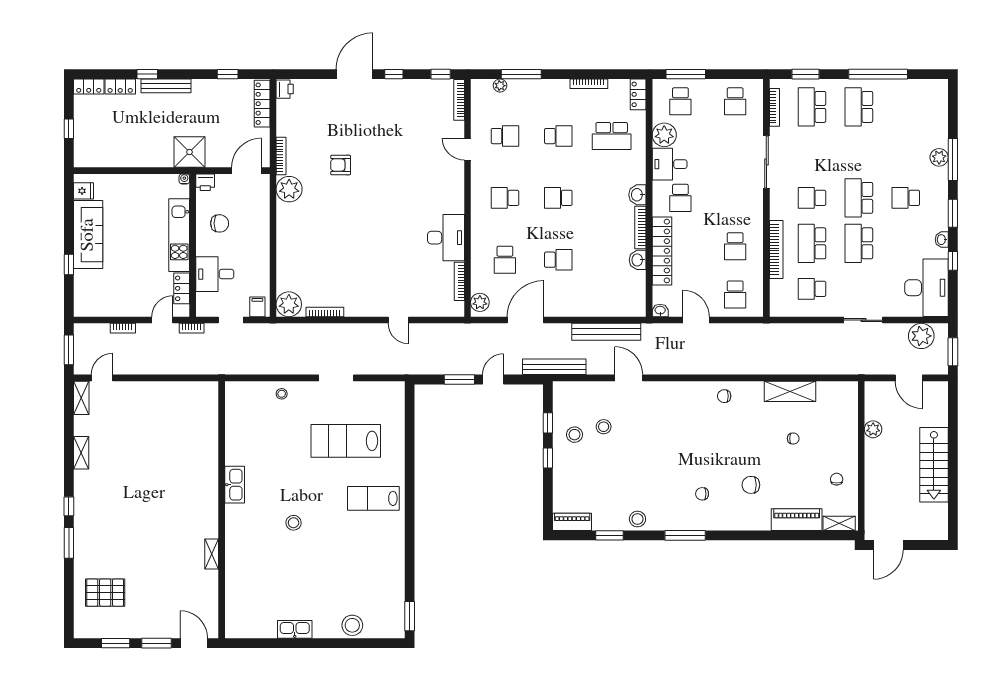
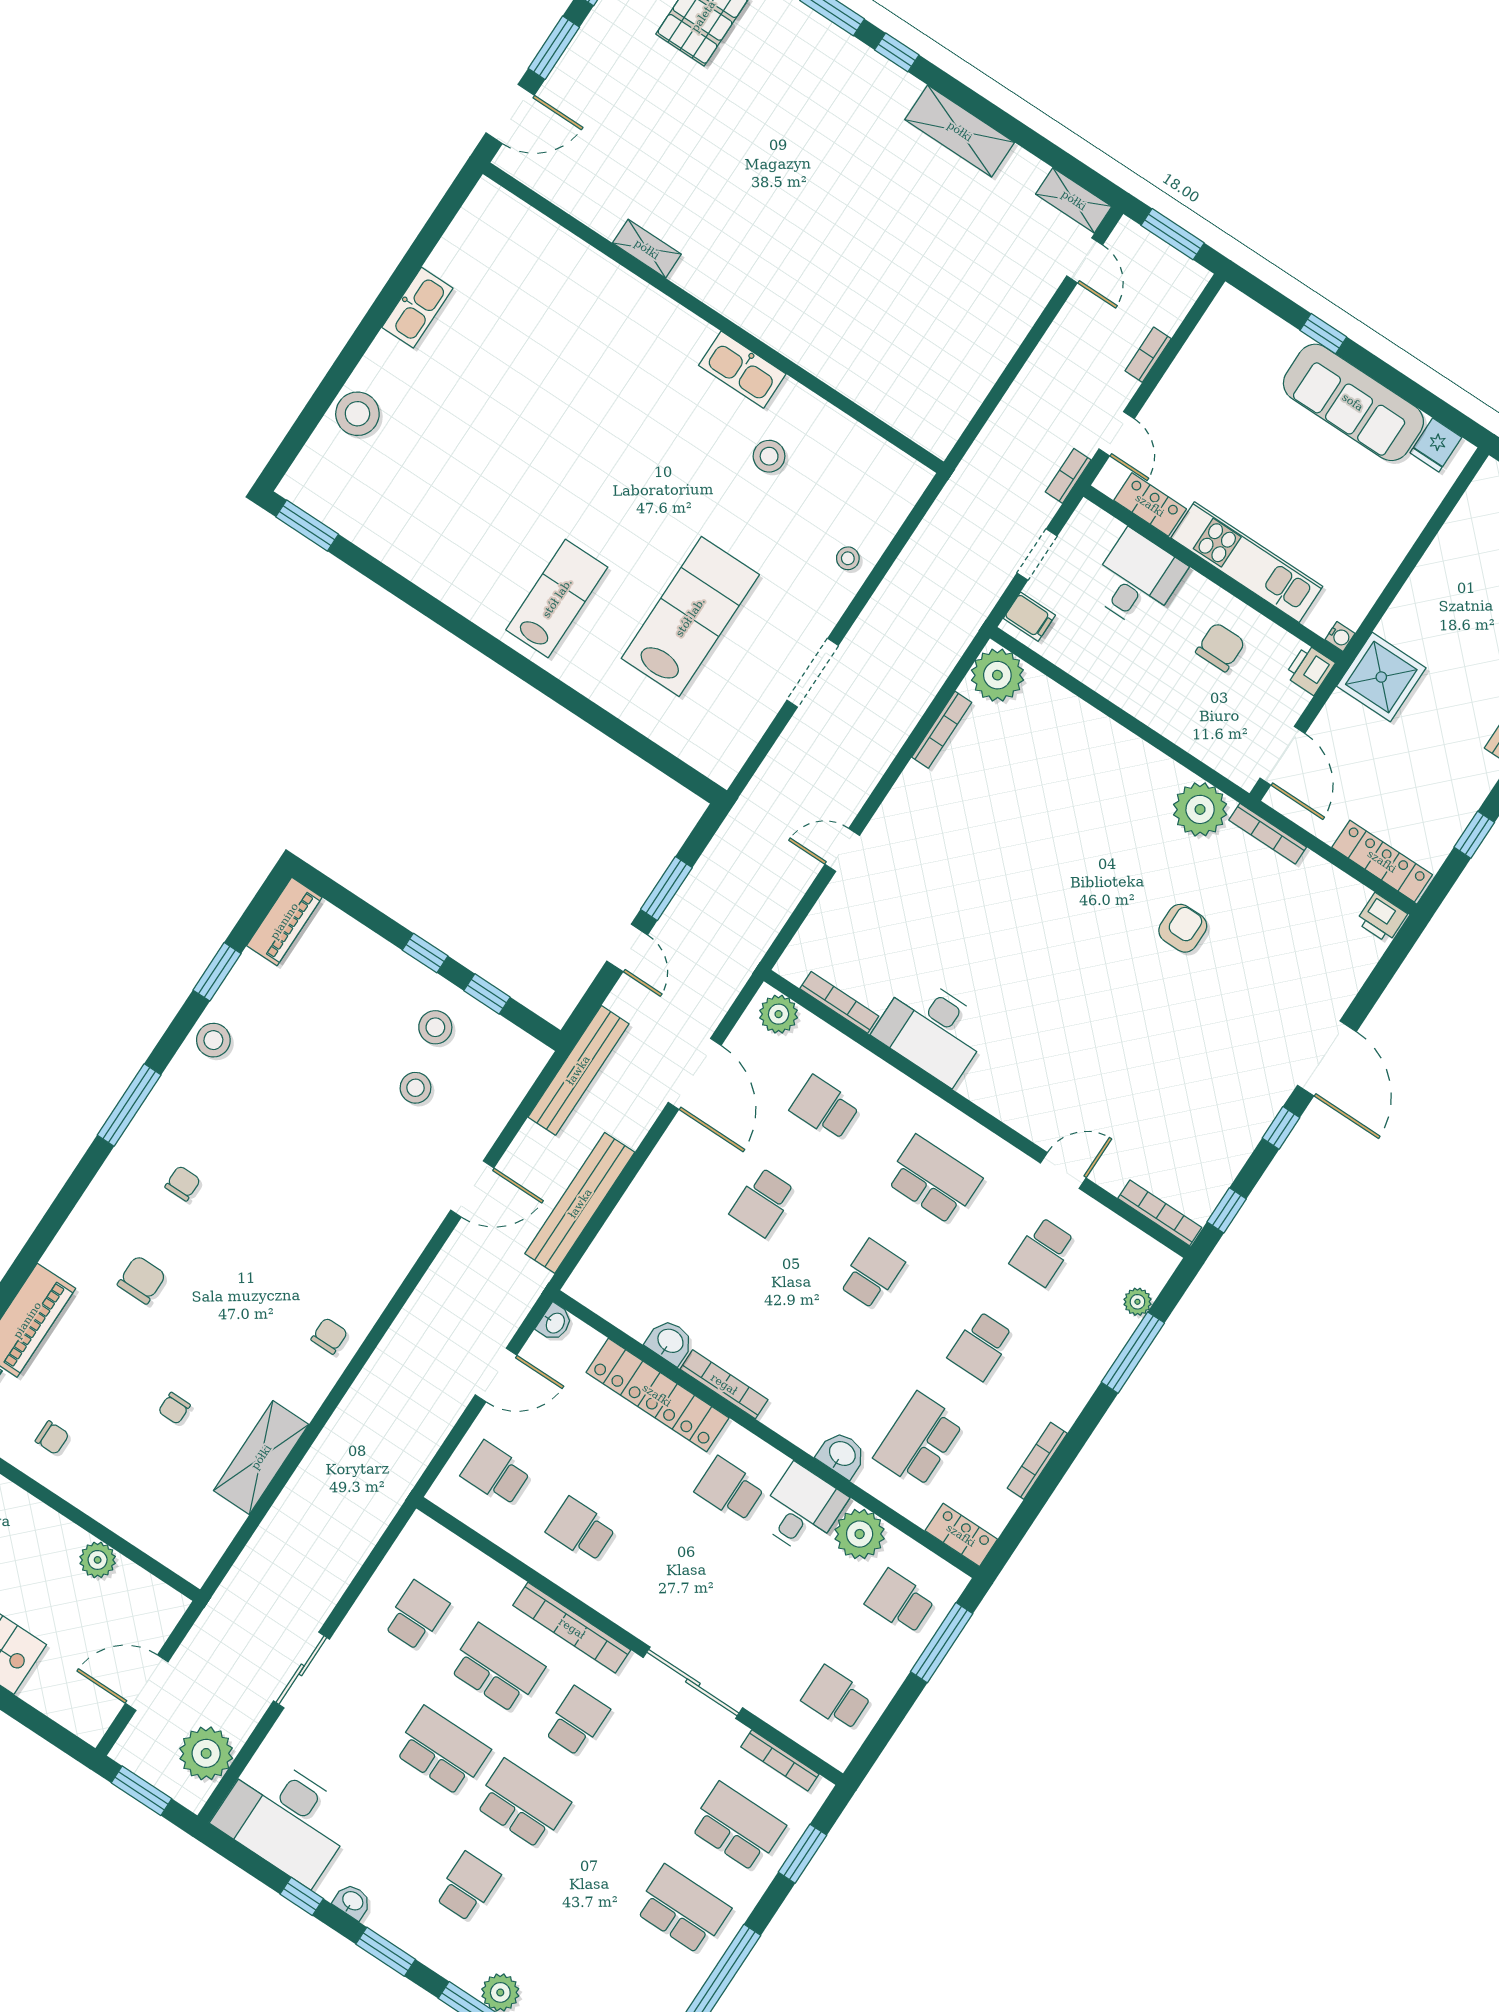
washbasin: (637, 195) -> (842, 1454), moved
school desk: (505, 198) -> (934, 1180), width x1.85
chair: (220, 223) -> (1220, 647), turned 180
bookcase: (776, 249) -> (572, 1628), moved
shelving: (81, 453) -> (960, 131), width x1.50, depth x1.33
stool: (294, 523) -> (769, 456), moved

